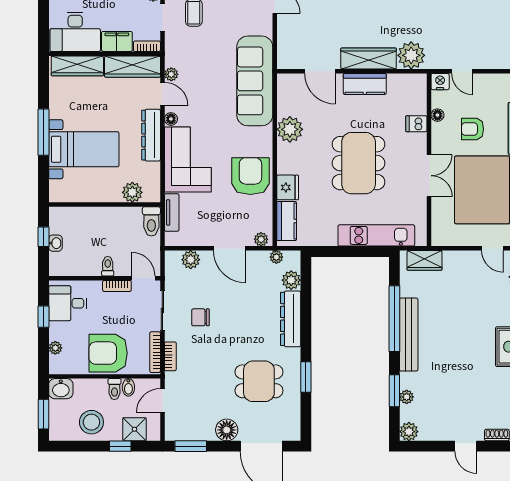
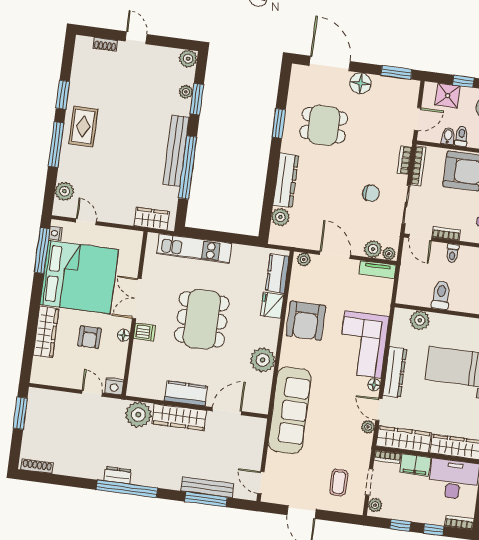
door: (320, 71) -> (227, 411), hinge flipped
floor lamp: (437, 115) -> (124, 335), moved
dishwasher: (416, 124) -> (144, 332), moved
armchair: (473, 129) -> (90, 337), turned 90
tv unit: (172, 212) -> (377, 269), moved, turned -90
toilet: (151, 221) -> (441, 295), moved
plant: (276, 257) -> (389, 254), moved

